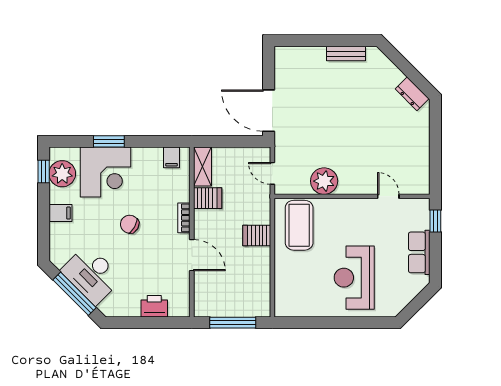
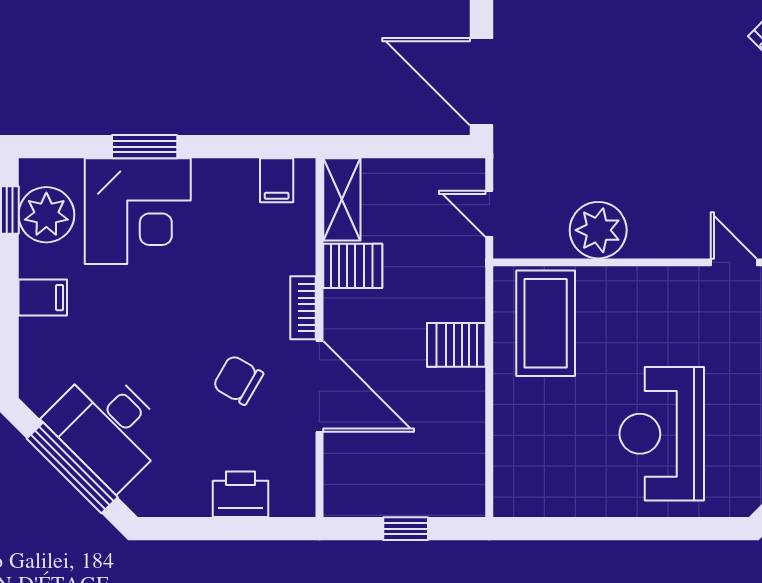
chair: (130, 224) -> (238, 380), moved
door: (192, 255) -> (319, 387), width x1.36
window: (233, 323) -> (406, 529), width x0.46

